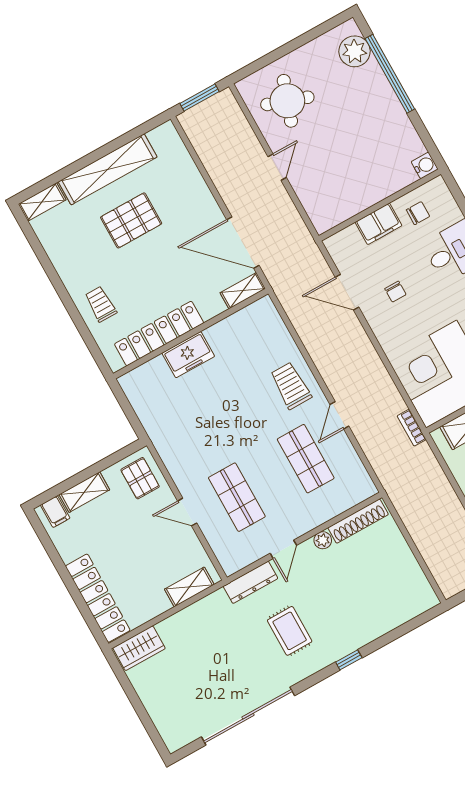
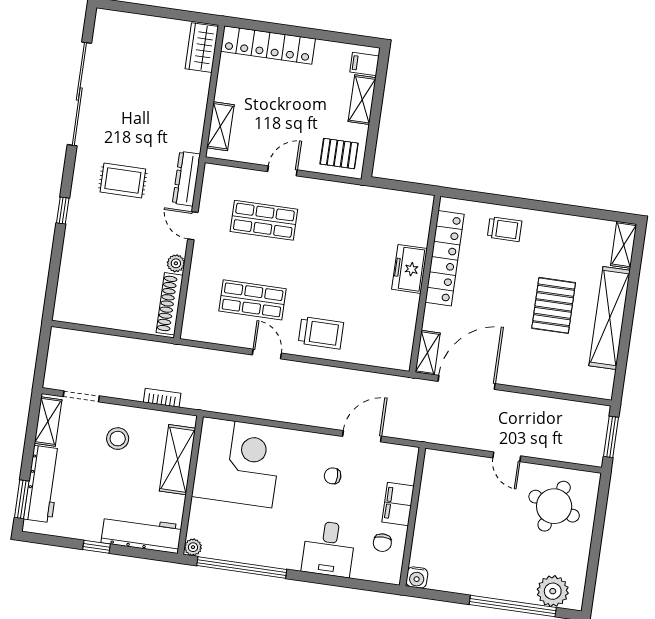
bookcase: (412, 428) -> (162, 398), moved

